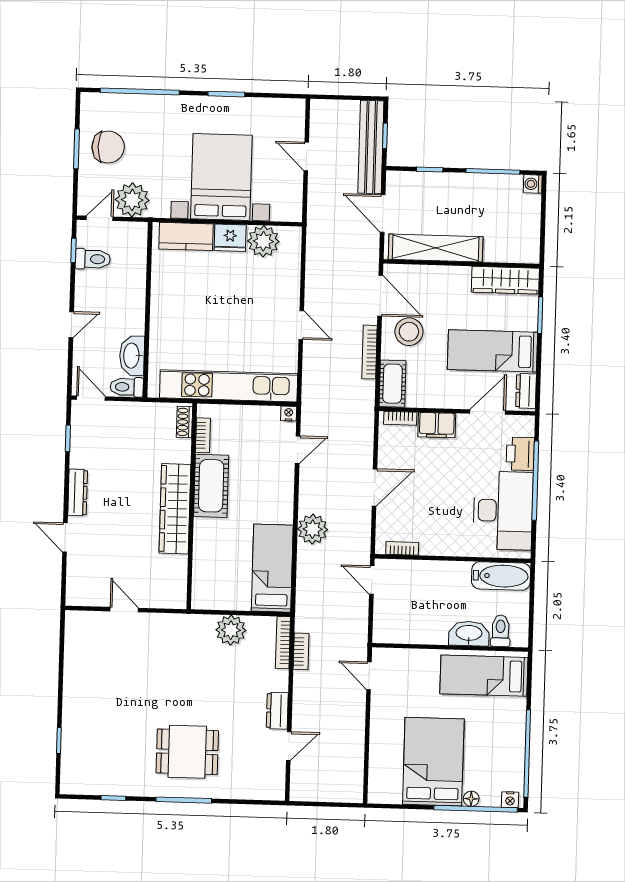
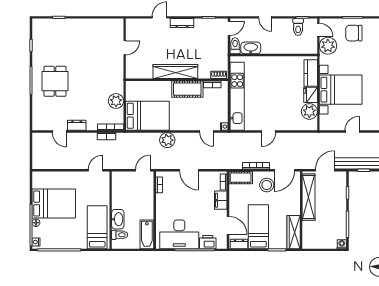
chair: (108, 147) -> (354, 33), turned 90
bed: (272, 568) -> (147, 116), width x1.50

